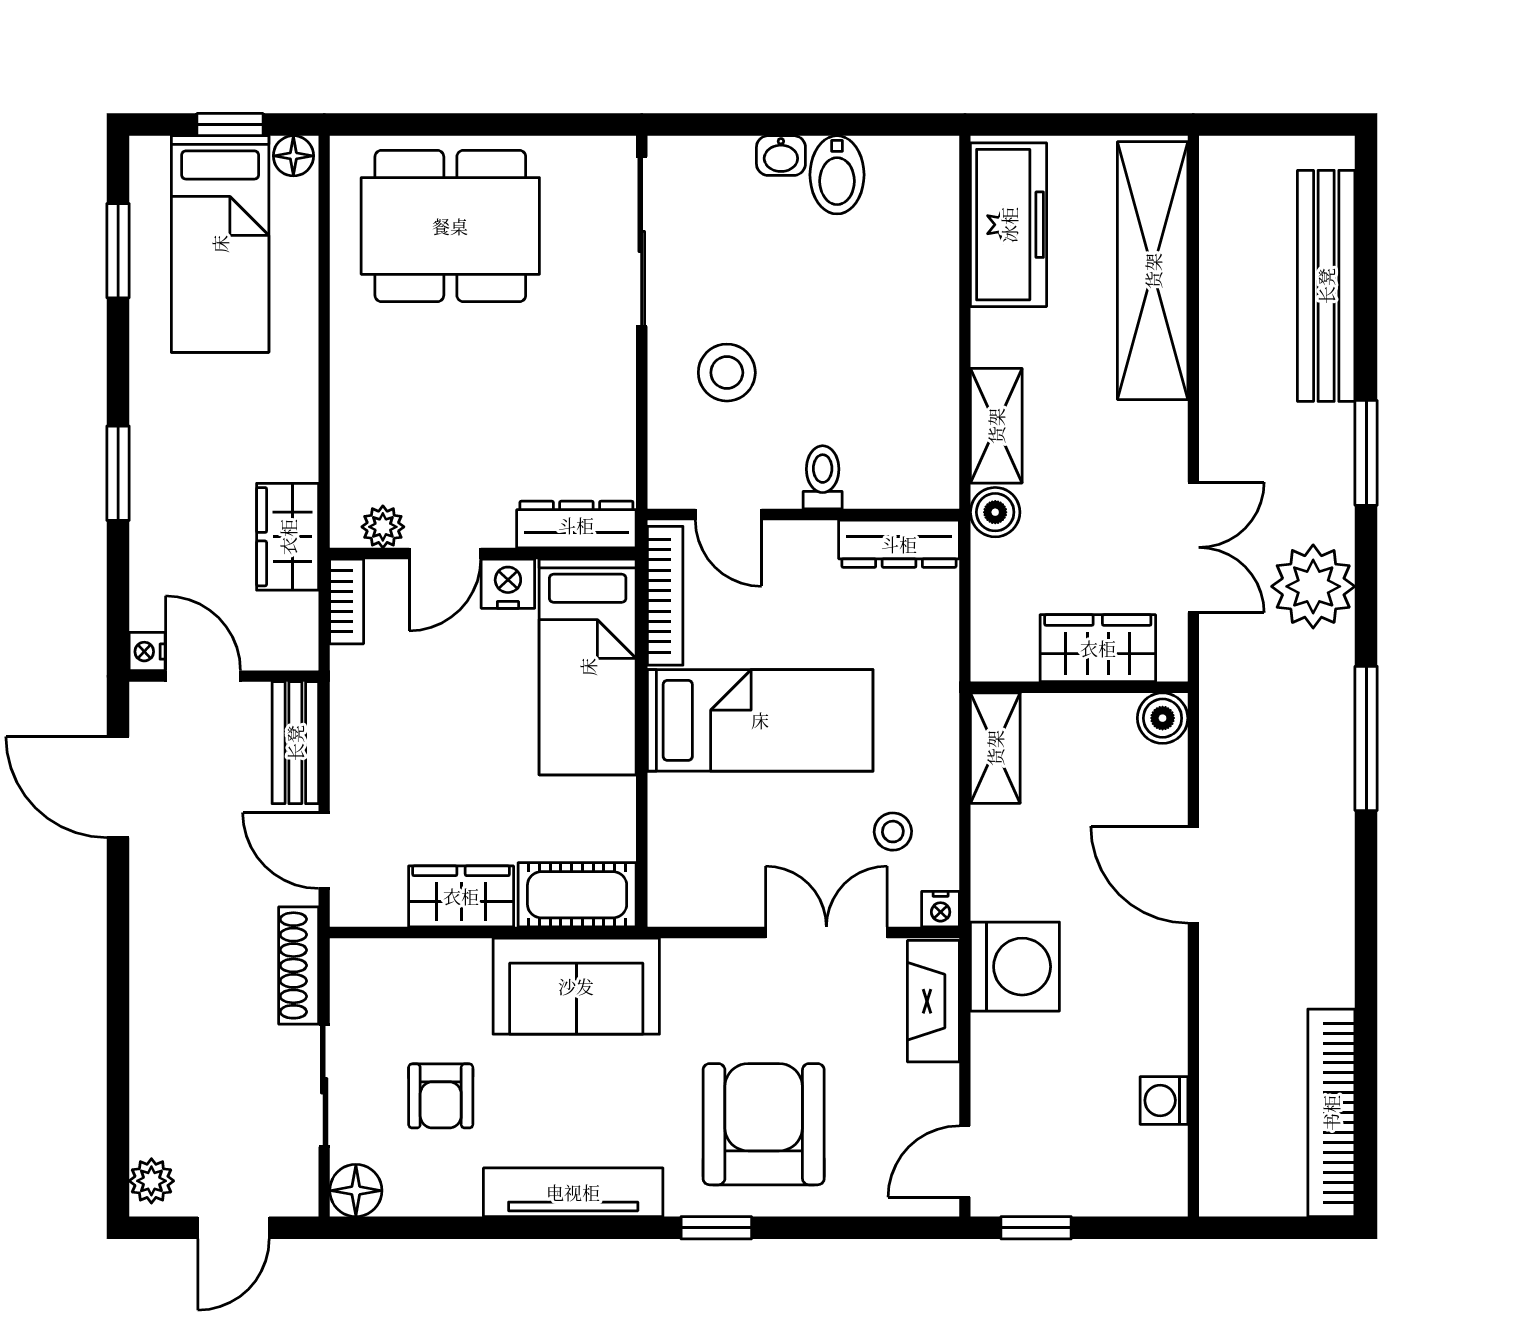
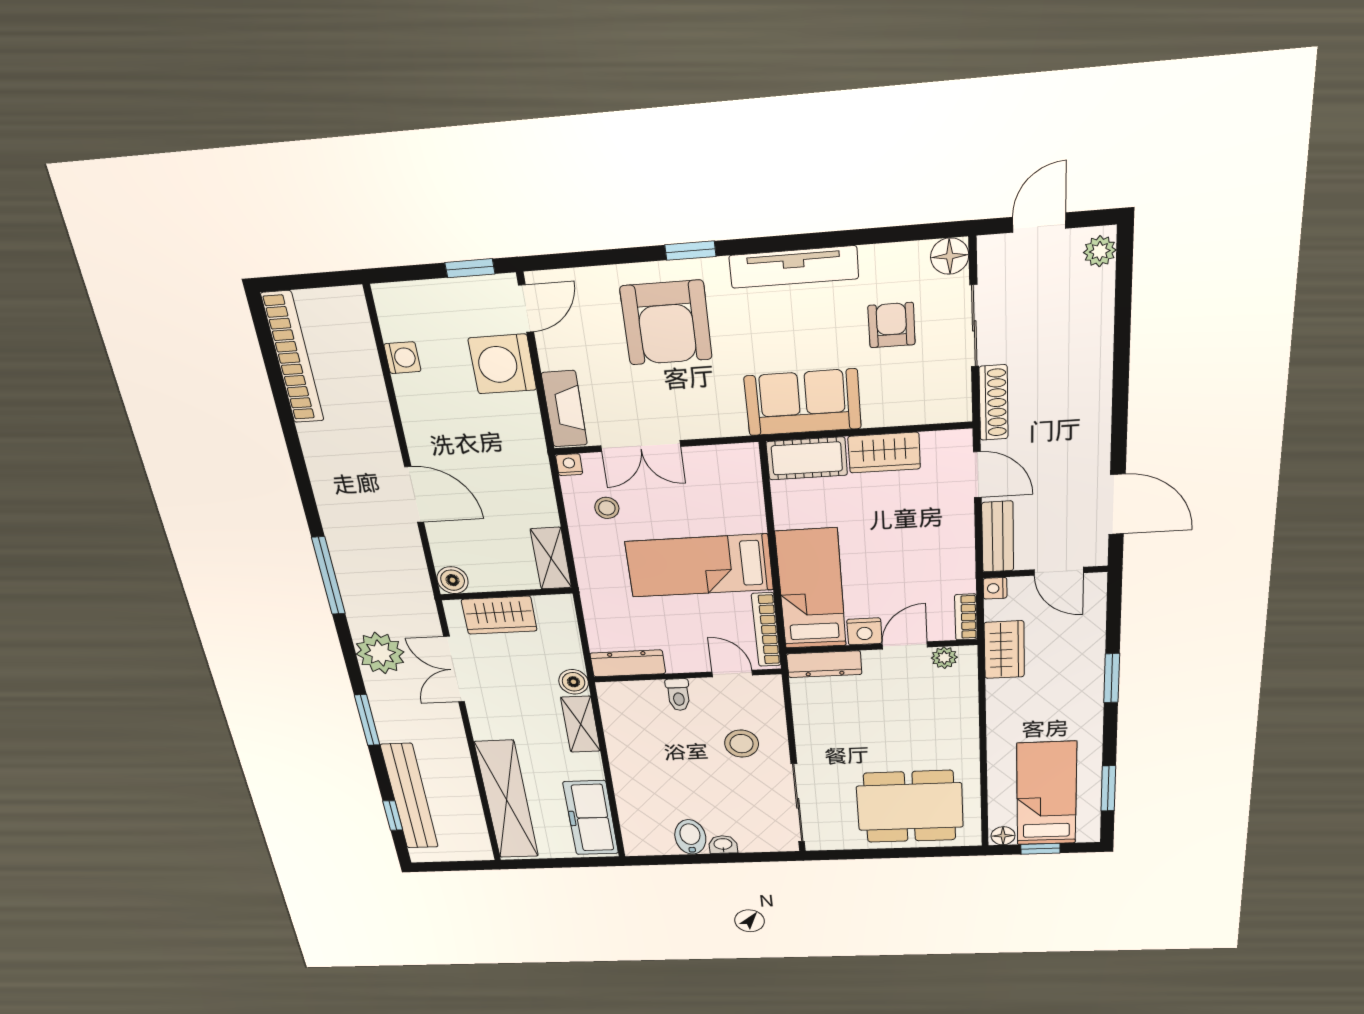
window: (1366, 245) -> (393, 816), added
nightstand: (147, 652) -> (995, 588), moved, turned 180
washing machine: (1015, 967) -> (502, 364), moved

